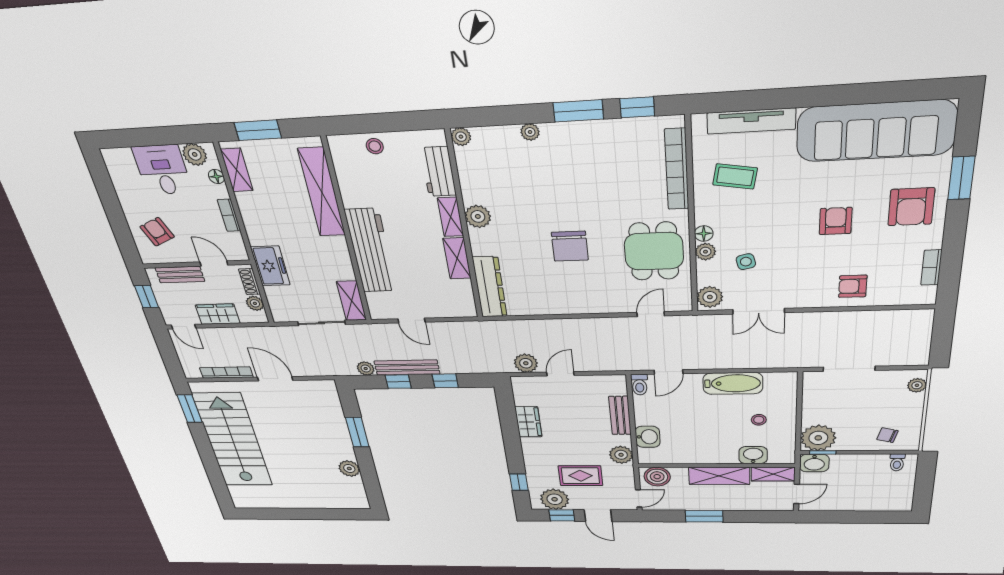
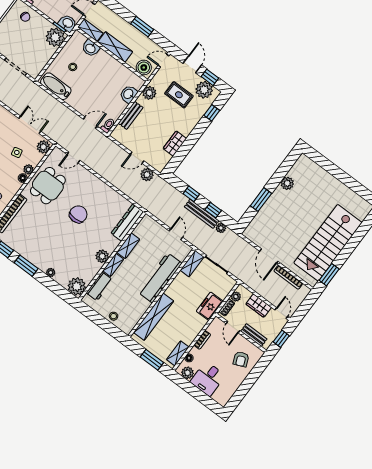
plant: (461, 137) -> (77, 286), width x1.87, depth x1.87
bathtub: (733, 383) -> (56, 86), moved

